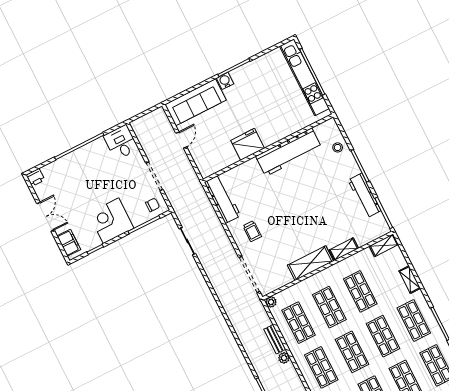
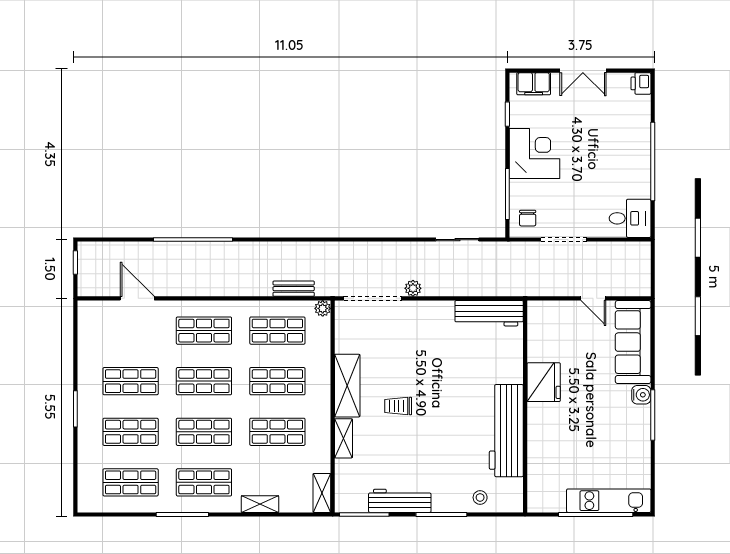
kitchen unit: (304, 77) -> (609, 501), width x0.73
trolley: (252, 231) -> (398, 406), moved
bench: (275, 339) -> (294, 289), moved
plant: (284, 358) -> (413, 288), moved

